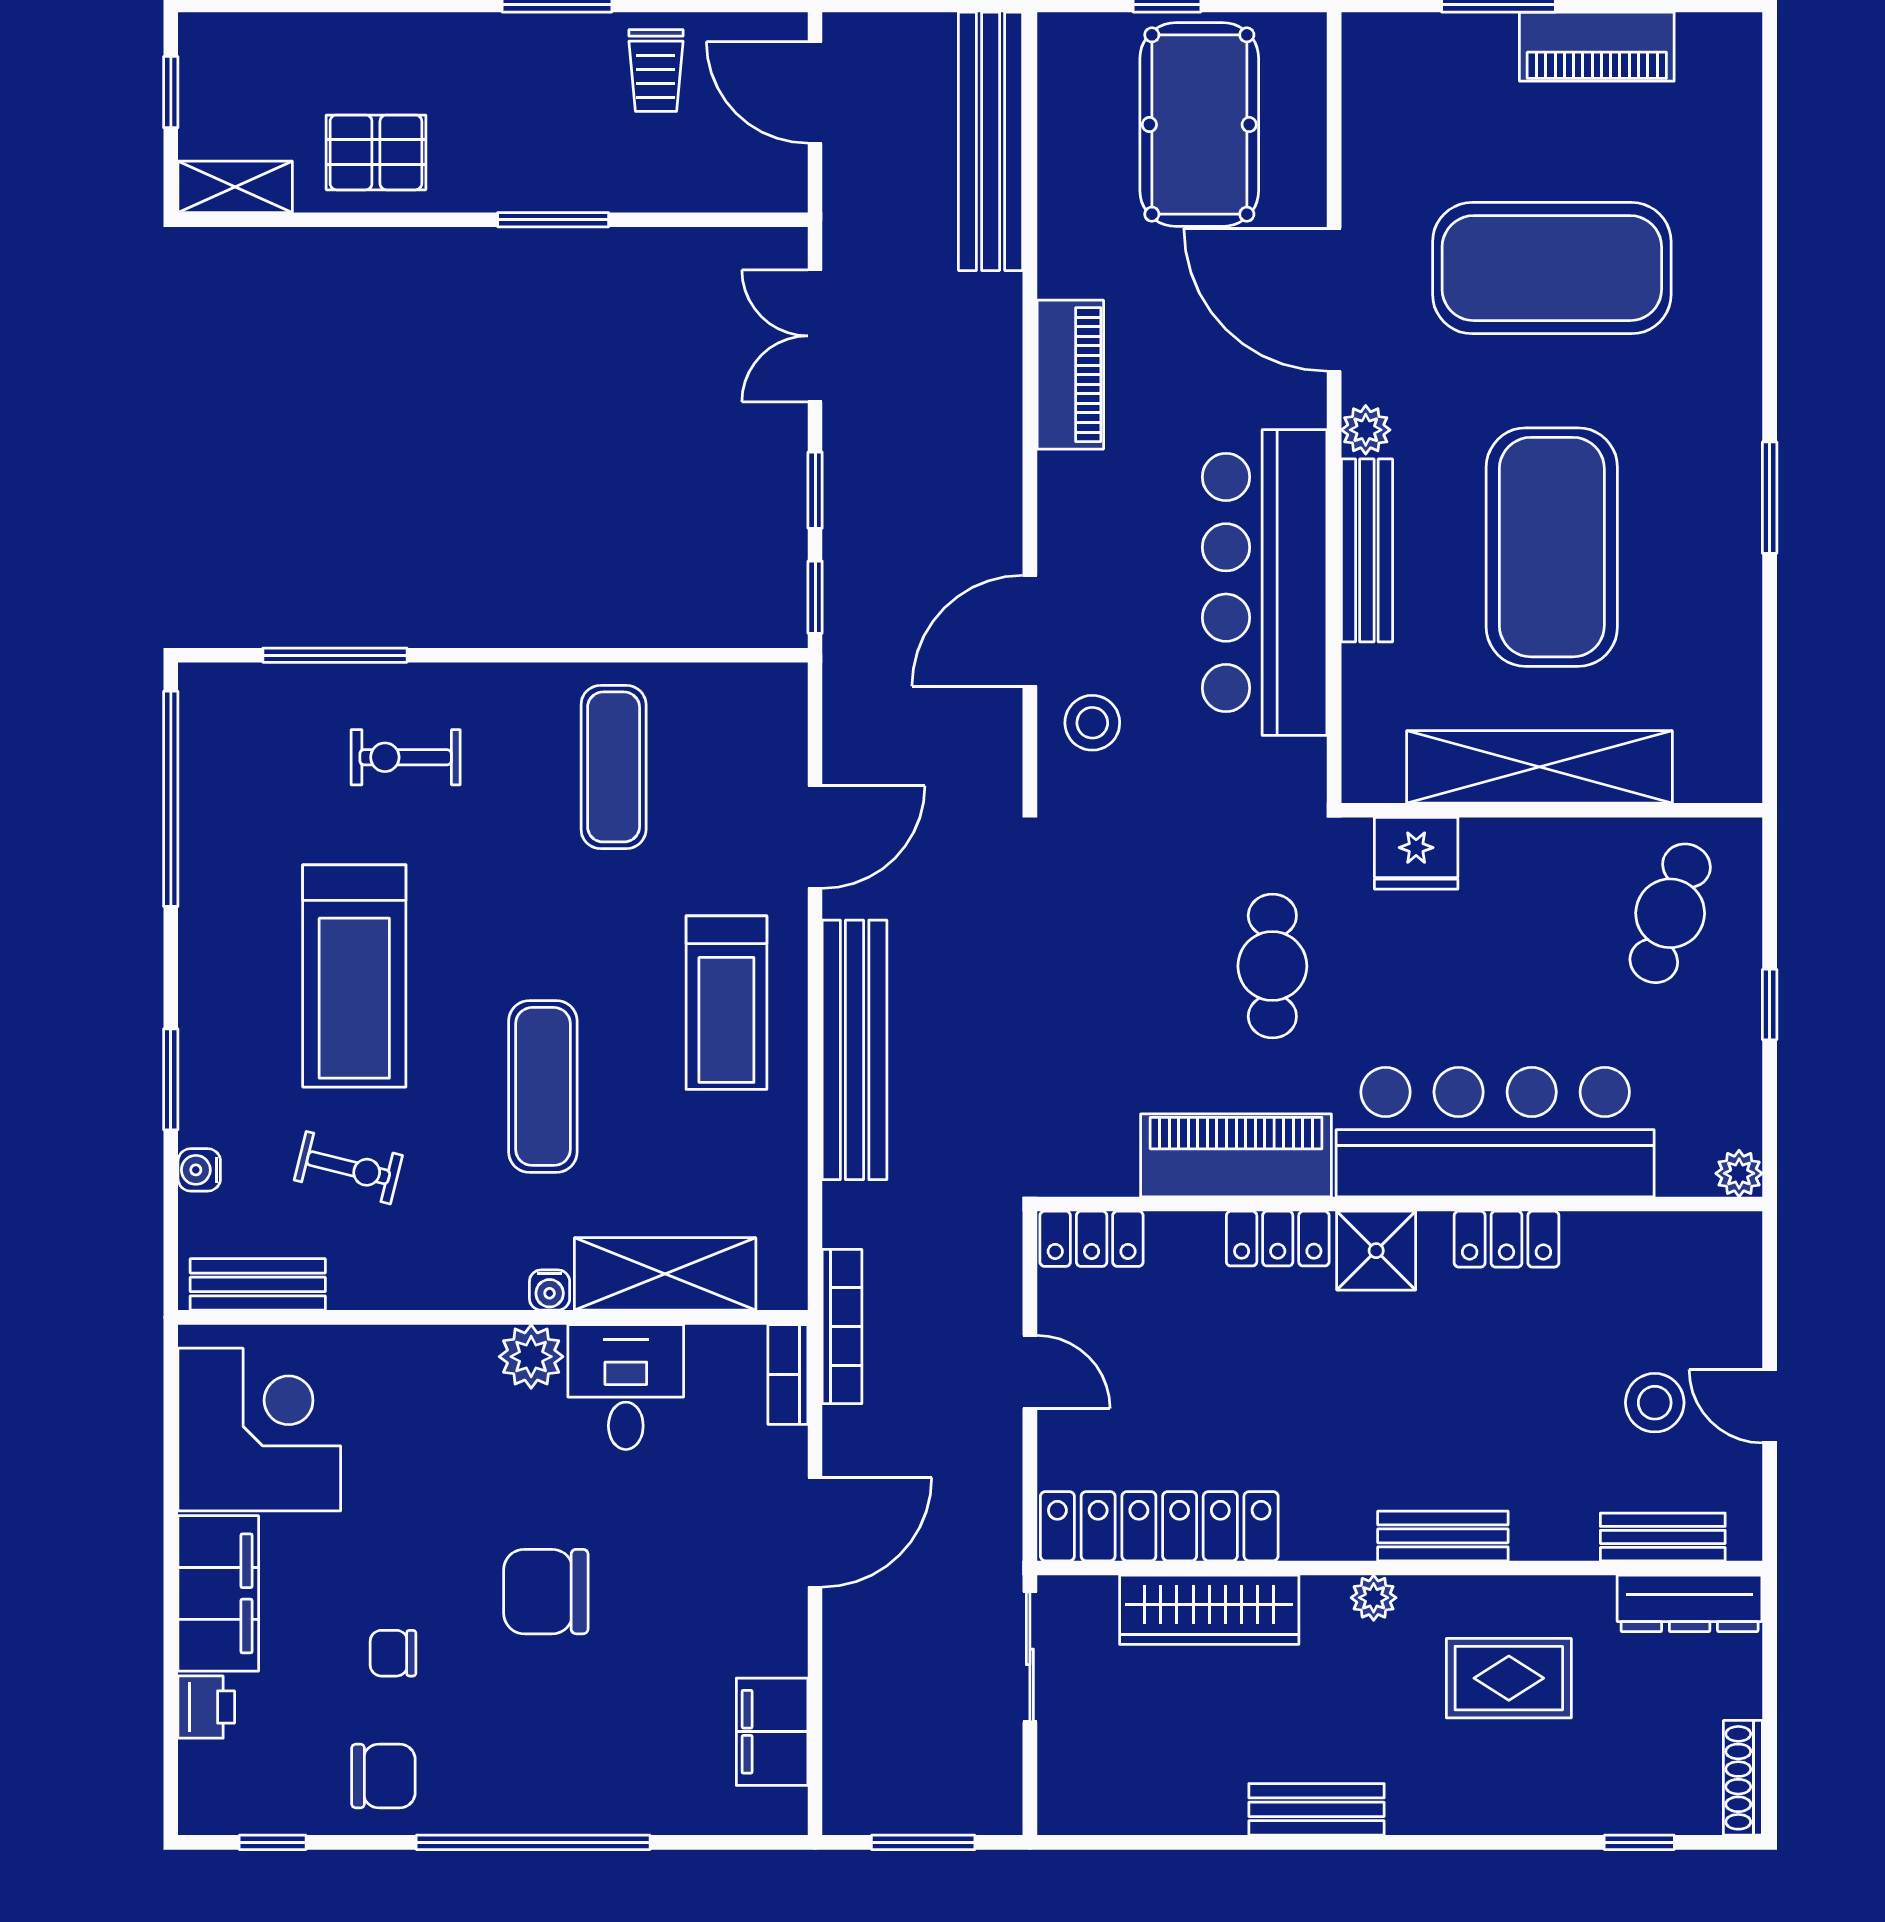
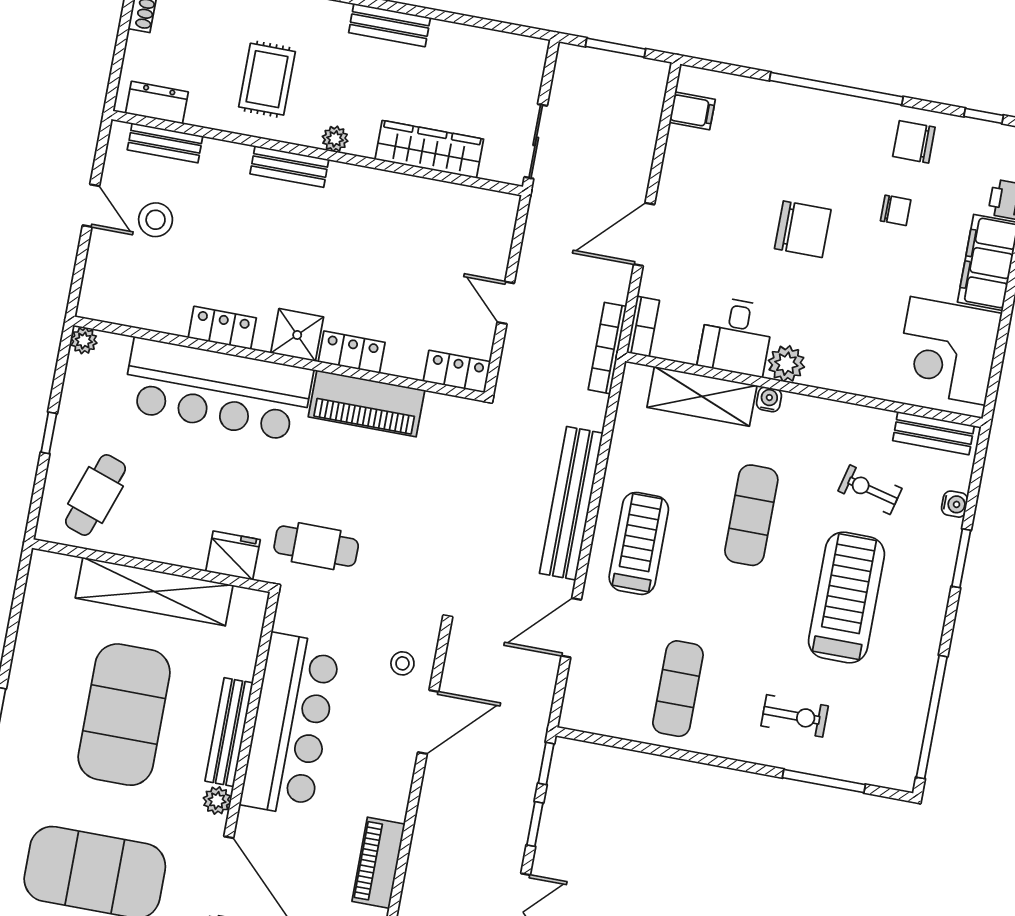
stool: (1092, 723) -> (402, 663), width x0.73, depth x0.73
cafe table: (1272, 966) -> (316, 546), moved, turned 90
locker: (1159, 1526) -> (449, 202), removed
dresser: (1690, 1603) -> (157, 103), width x0.70
rug: (1509, 1678) -> (267, 79), turned 90
filing cabinet: (772, 1732) -> (692, 111), width x0.50

